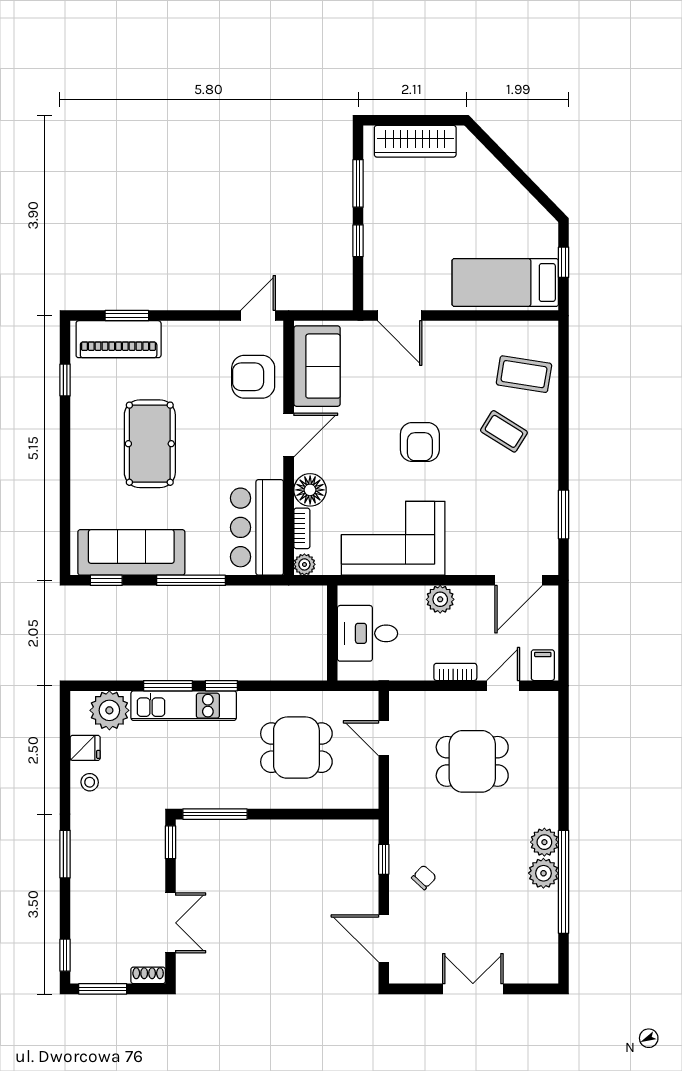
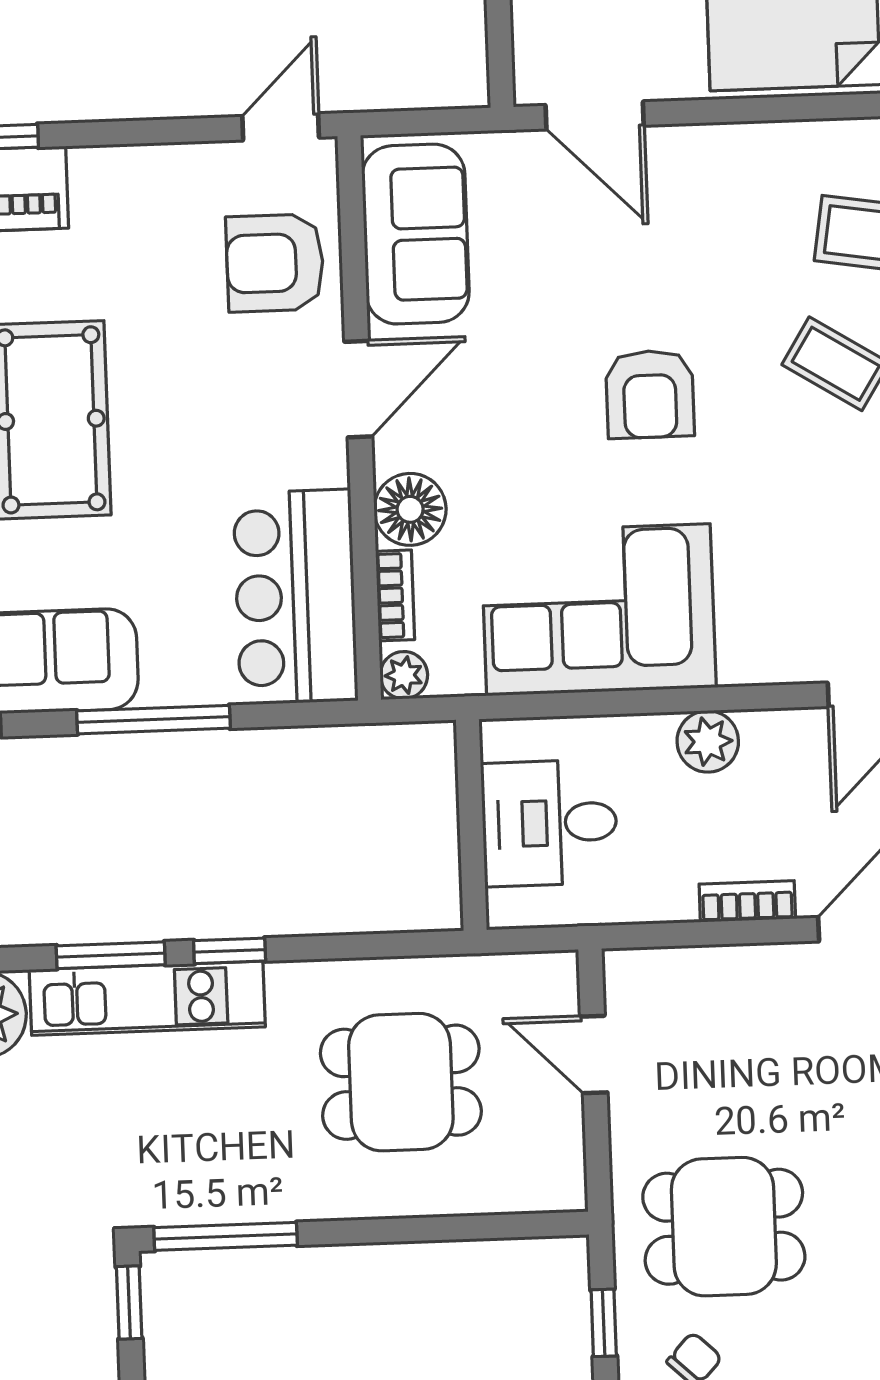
dining table: (472, 761) -> (724, 1227), moved

